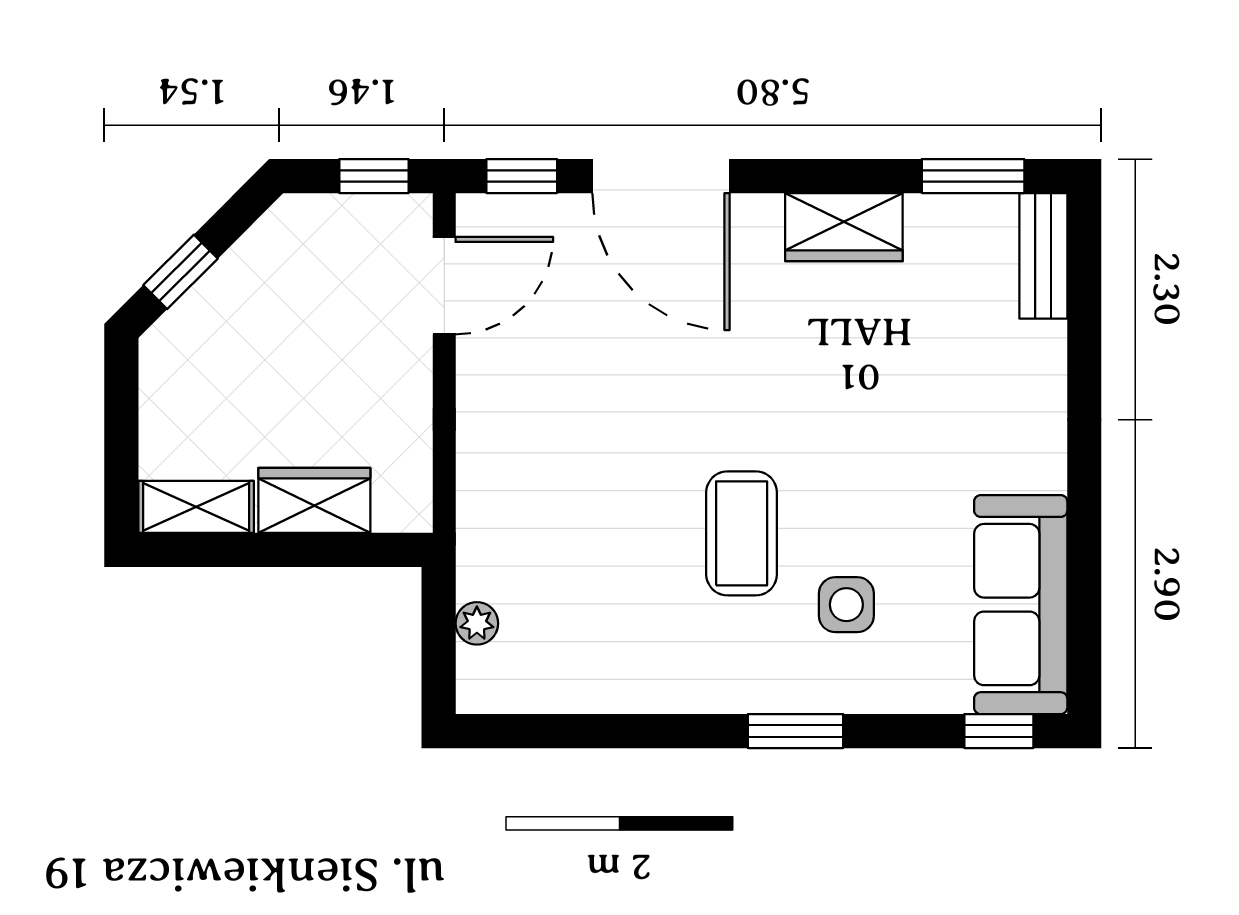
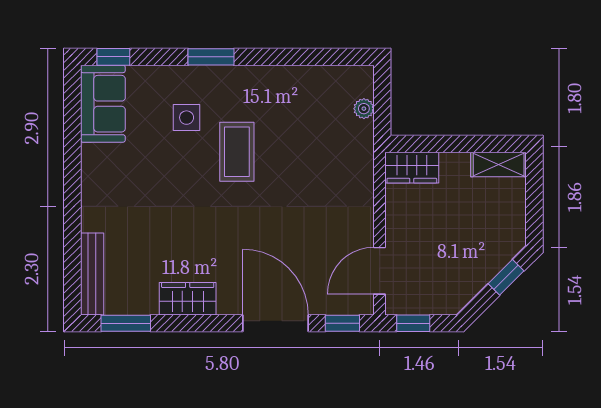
bench: (1043, 256) -> (92, 274), width x1.36
wardrobe: (314, 500) -> (412, 168), moved
sofa: (1021, 605) -> (103, 104), width x0.73

